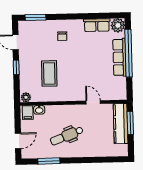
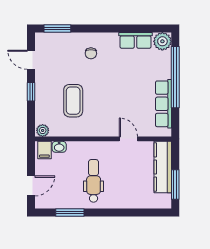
row of seats: (120, 57) -> (164, 104), moved
window: (130, 123) -> (175, 184), moved
dental chair: (67, 136) -> (94, 181), turned 111

